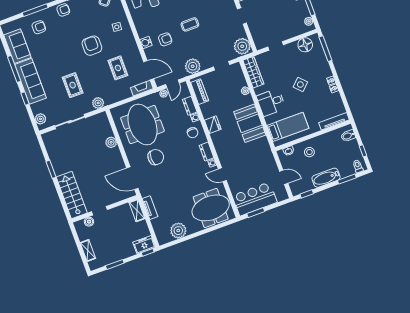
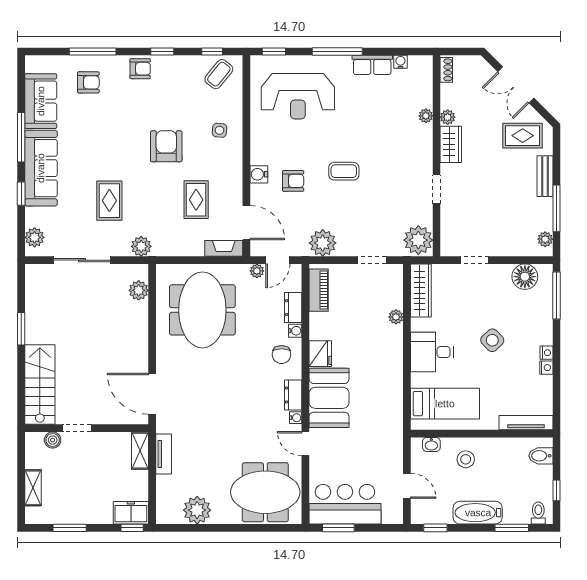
booth: (250, 123) -> (329, 398), moved
plant: (111, 142) -> (139, 290), moved
chair: (156, 157) -> (205, 373), removed

